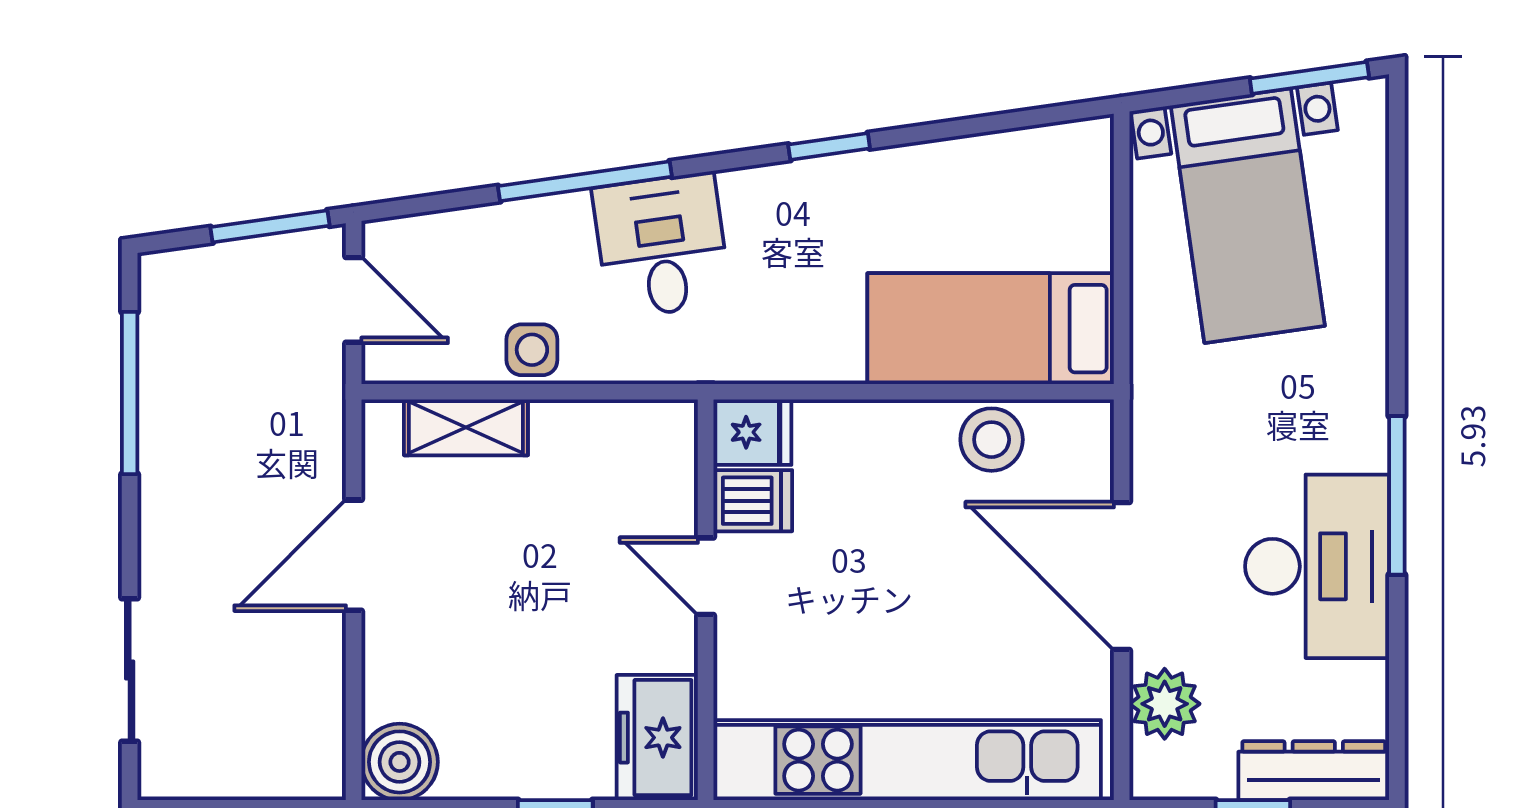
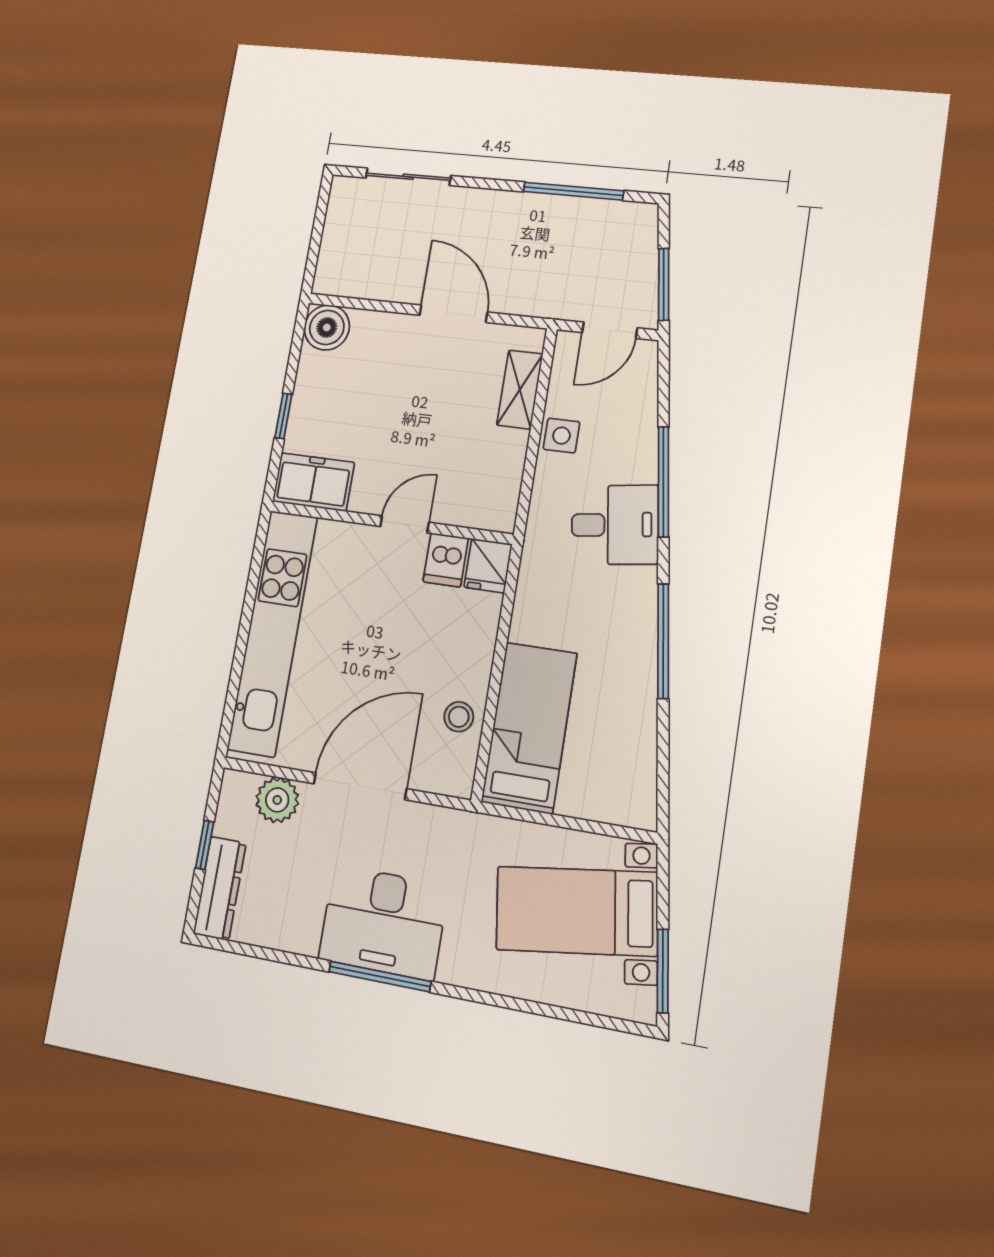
window: (829, 146) -> (663, 641), width x2.17
stool: (992, 440) -> (459, 717), width x0.73, depth x0.73
desk: (1317, 566) -> (383, 922), moved

